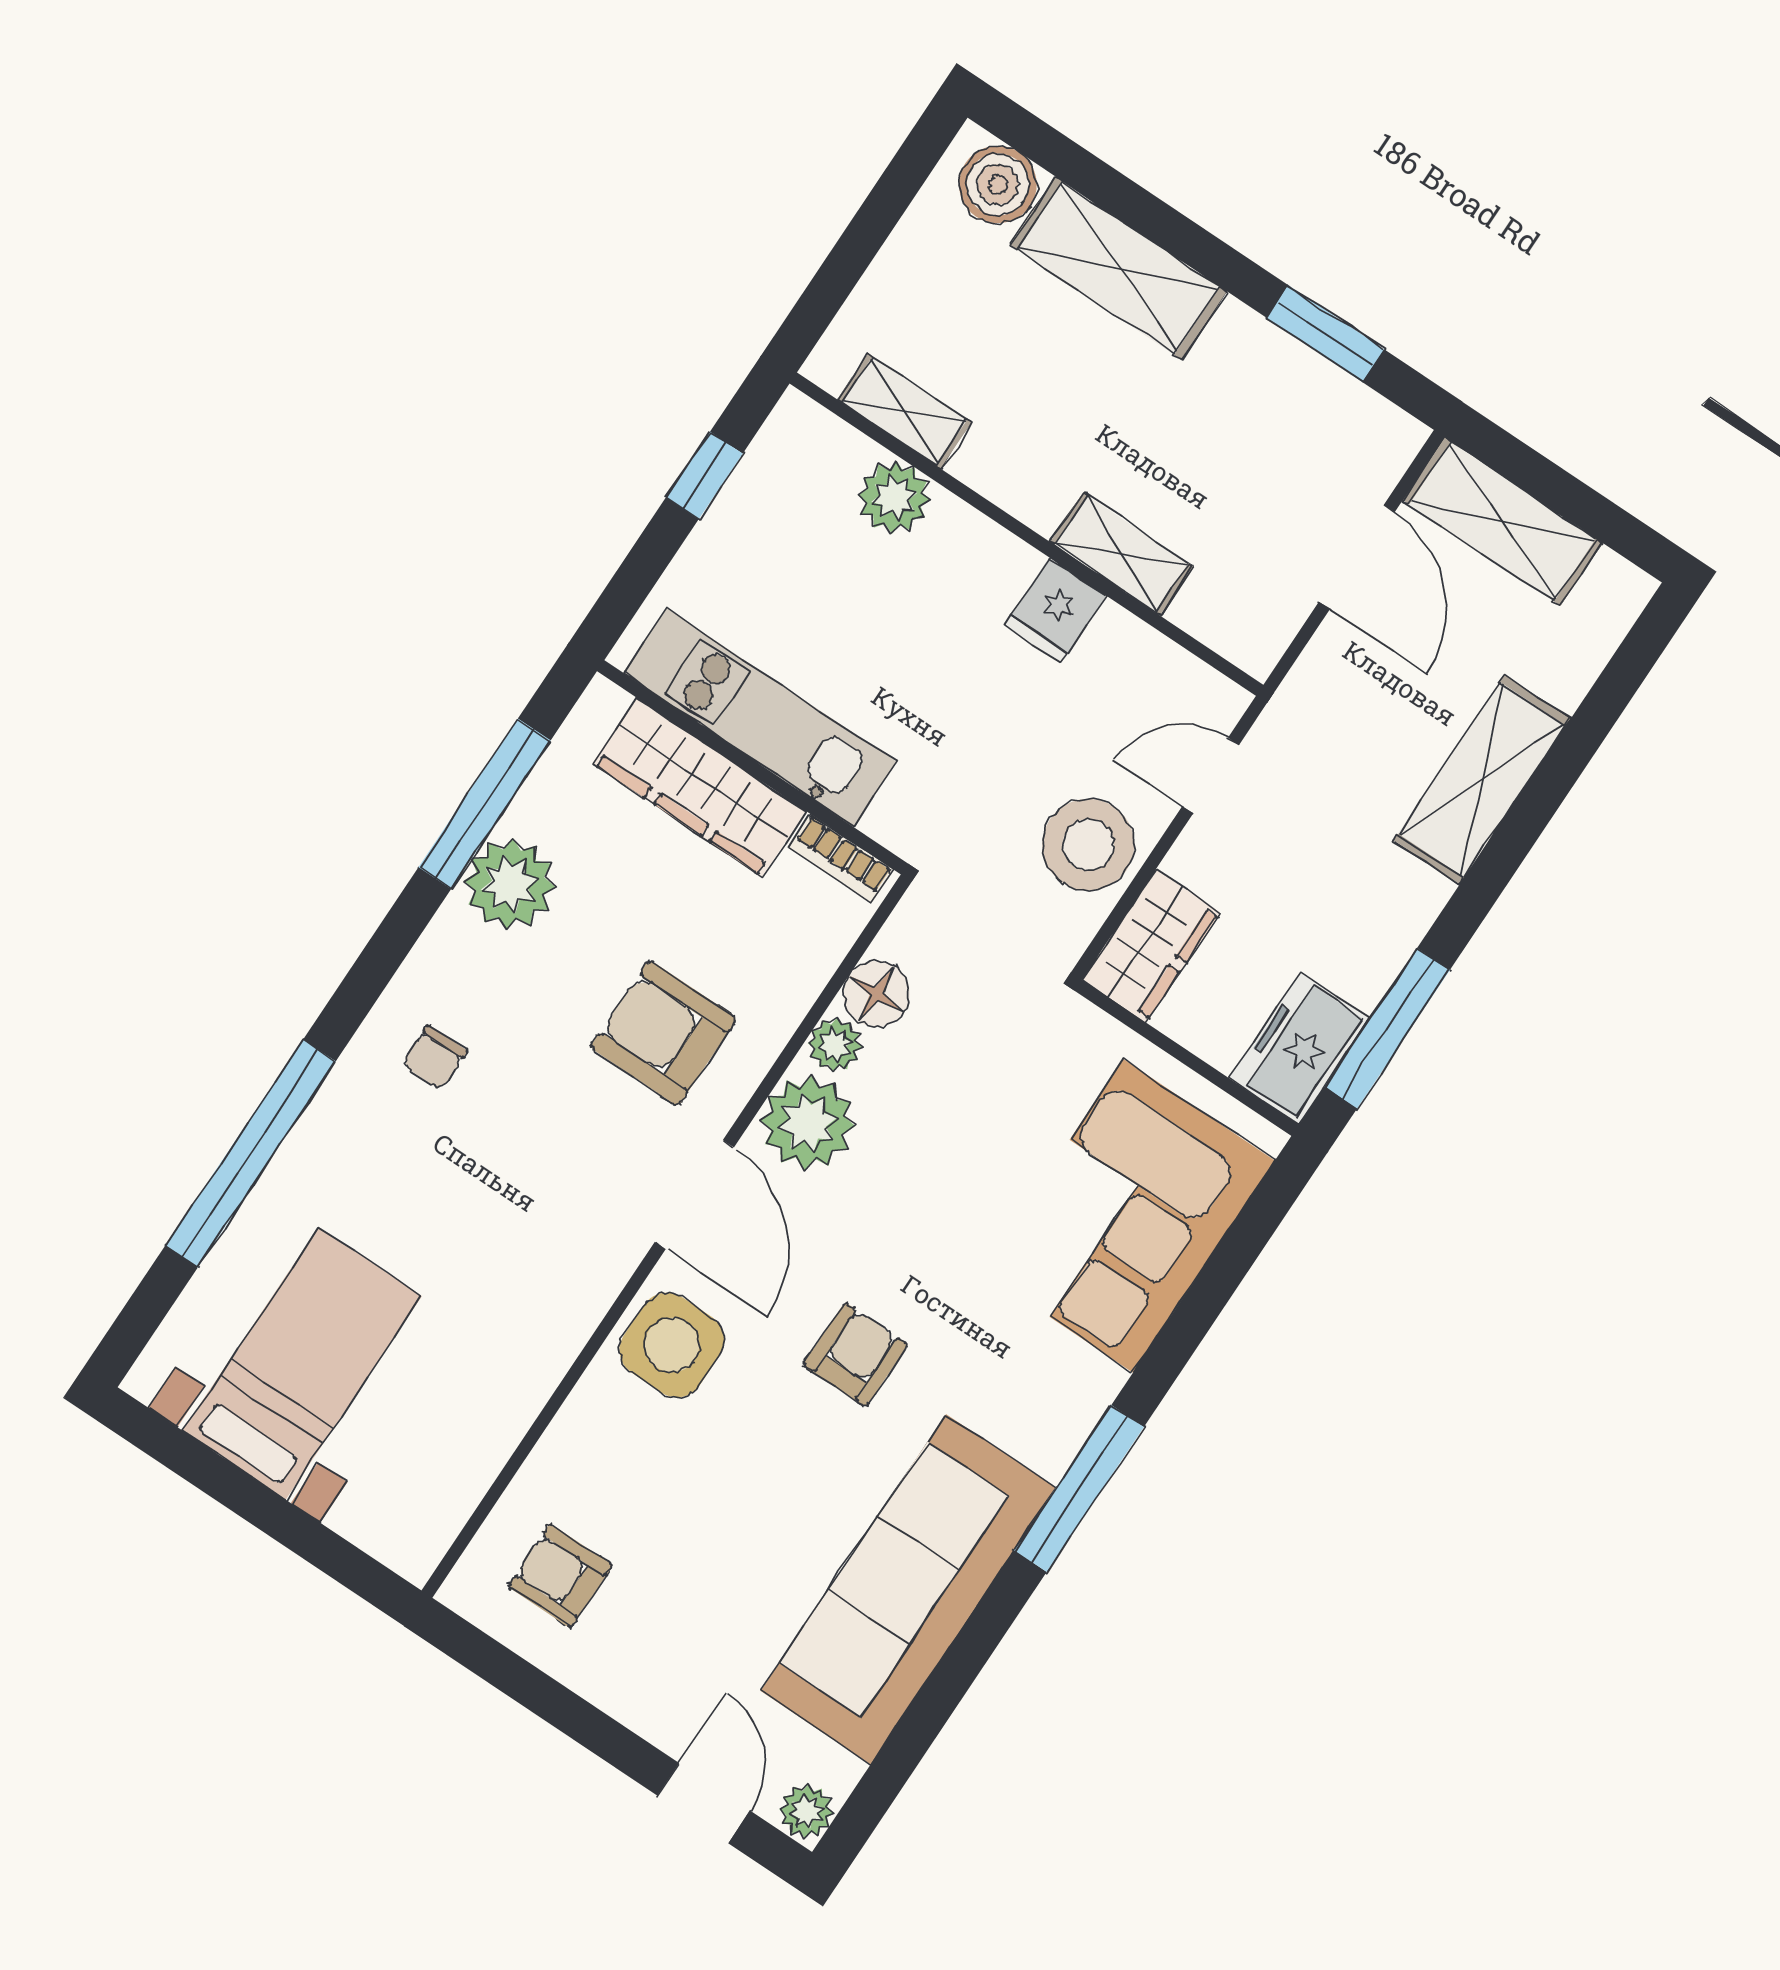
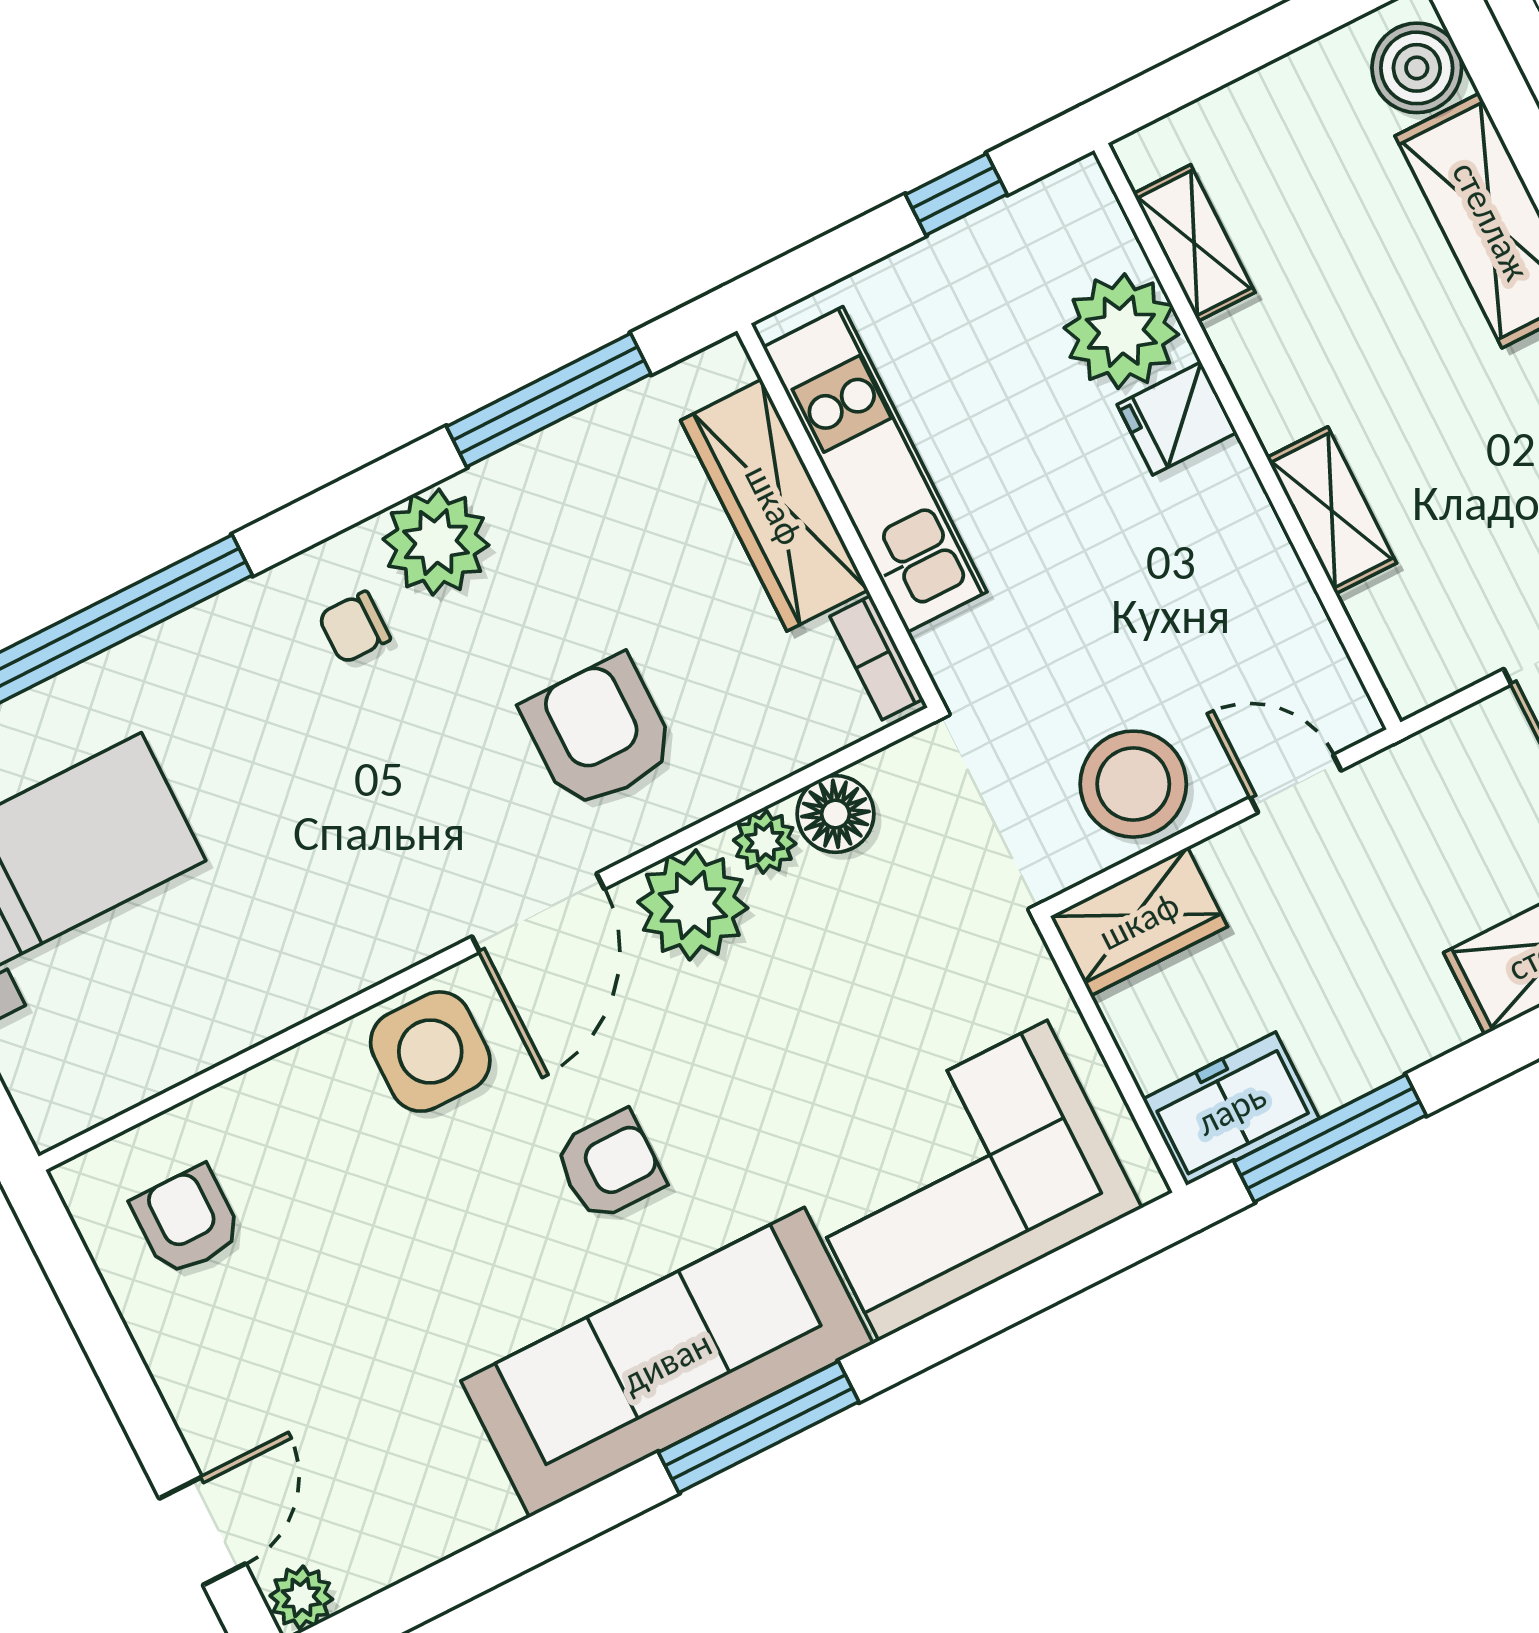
plant: (894, 497) -> (1121, 331), width x1.36, depth x1.36
fridge: (1055, 610) -> (1177, 419), moved
plant: (510, 884) -> (436, 542), moved
sofa: (908, 1589) -> (667, 1362), moved

